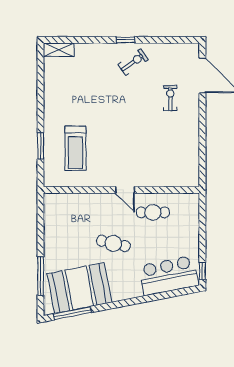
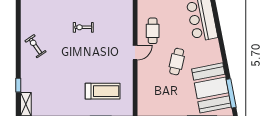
window: (126, 40) -> (18, 85), moved
exercise bike: (170, 98) -> (83, 27), moved

